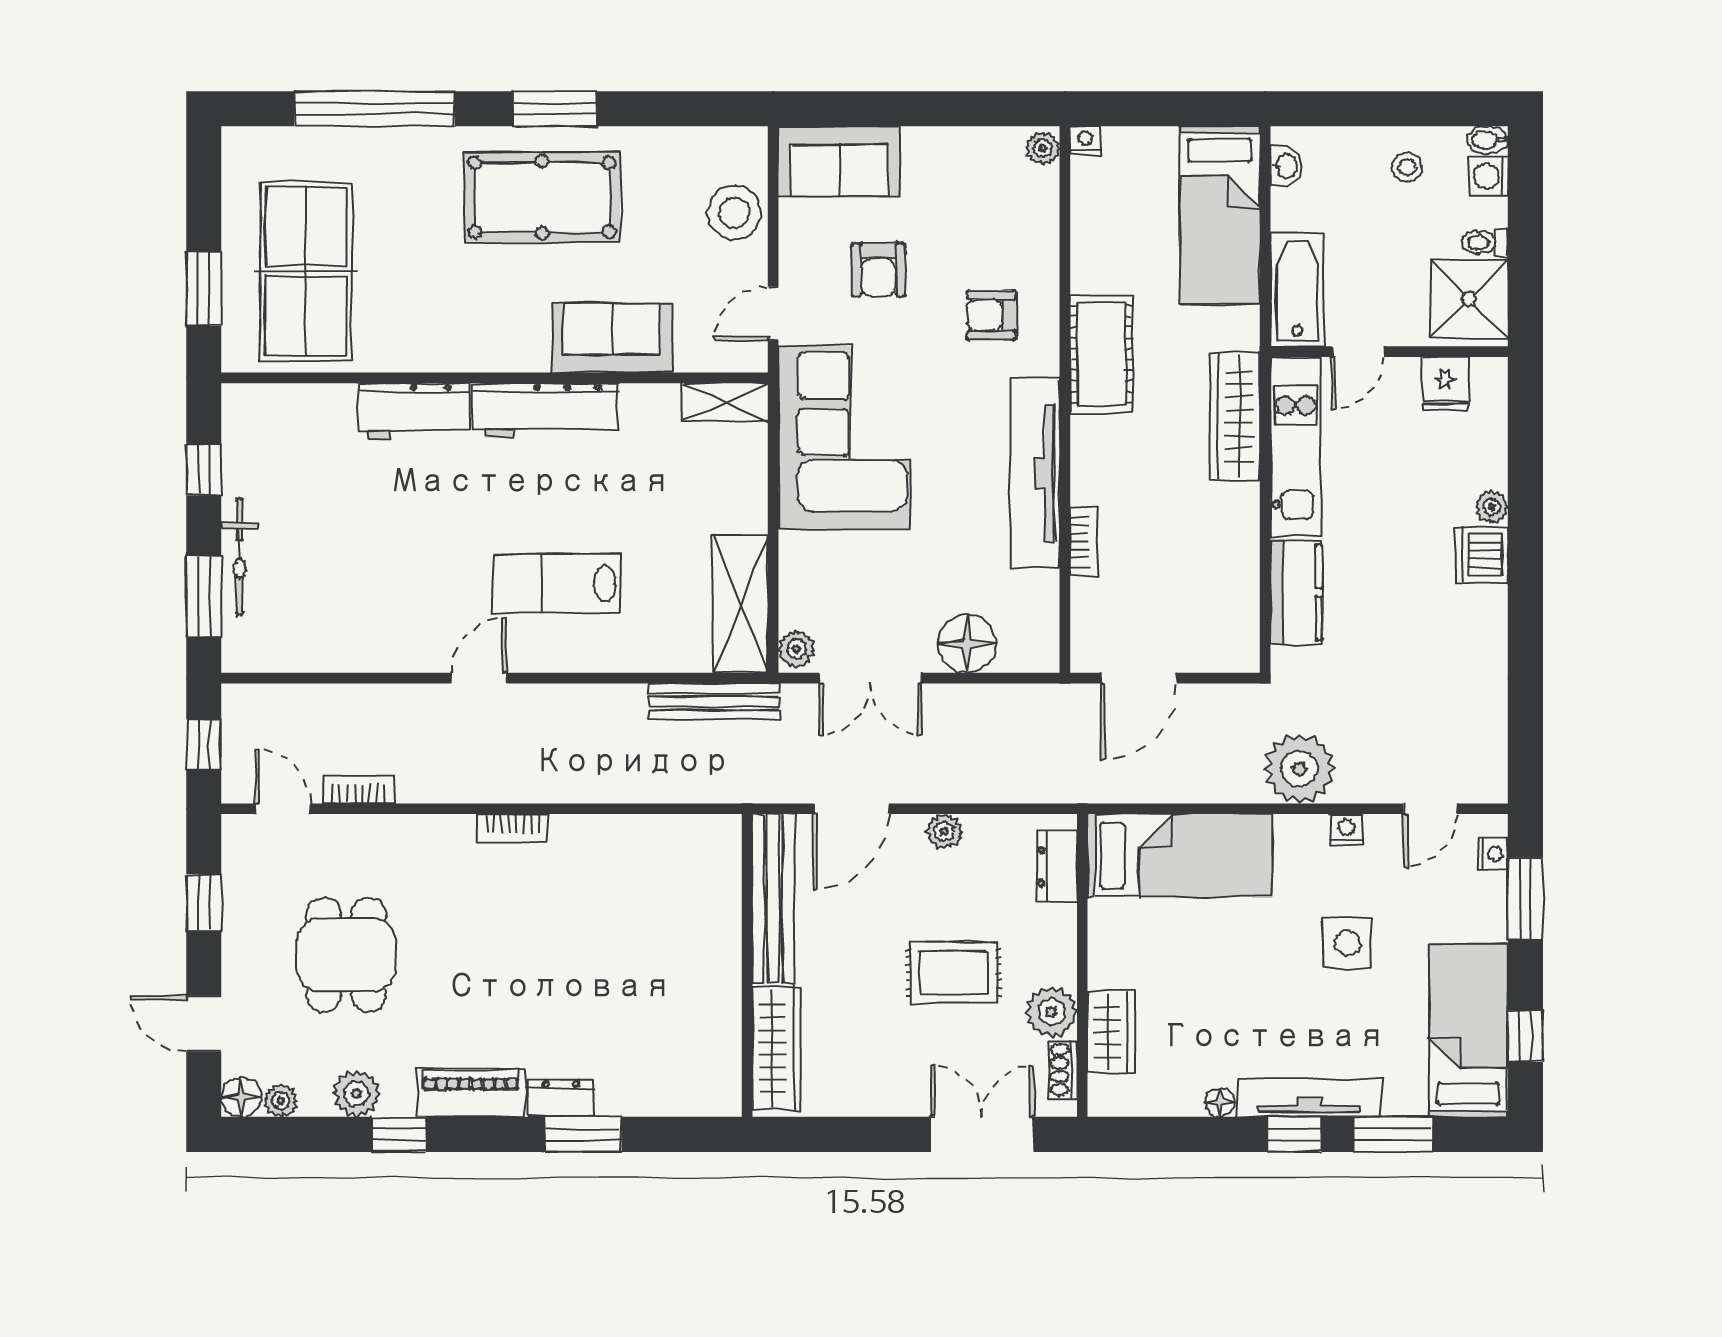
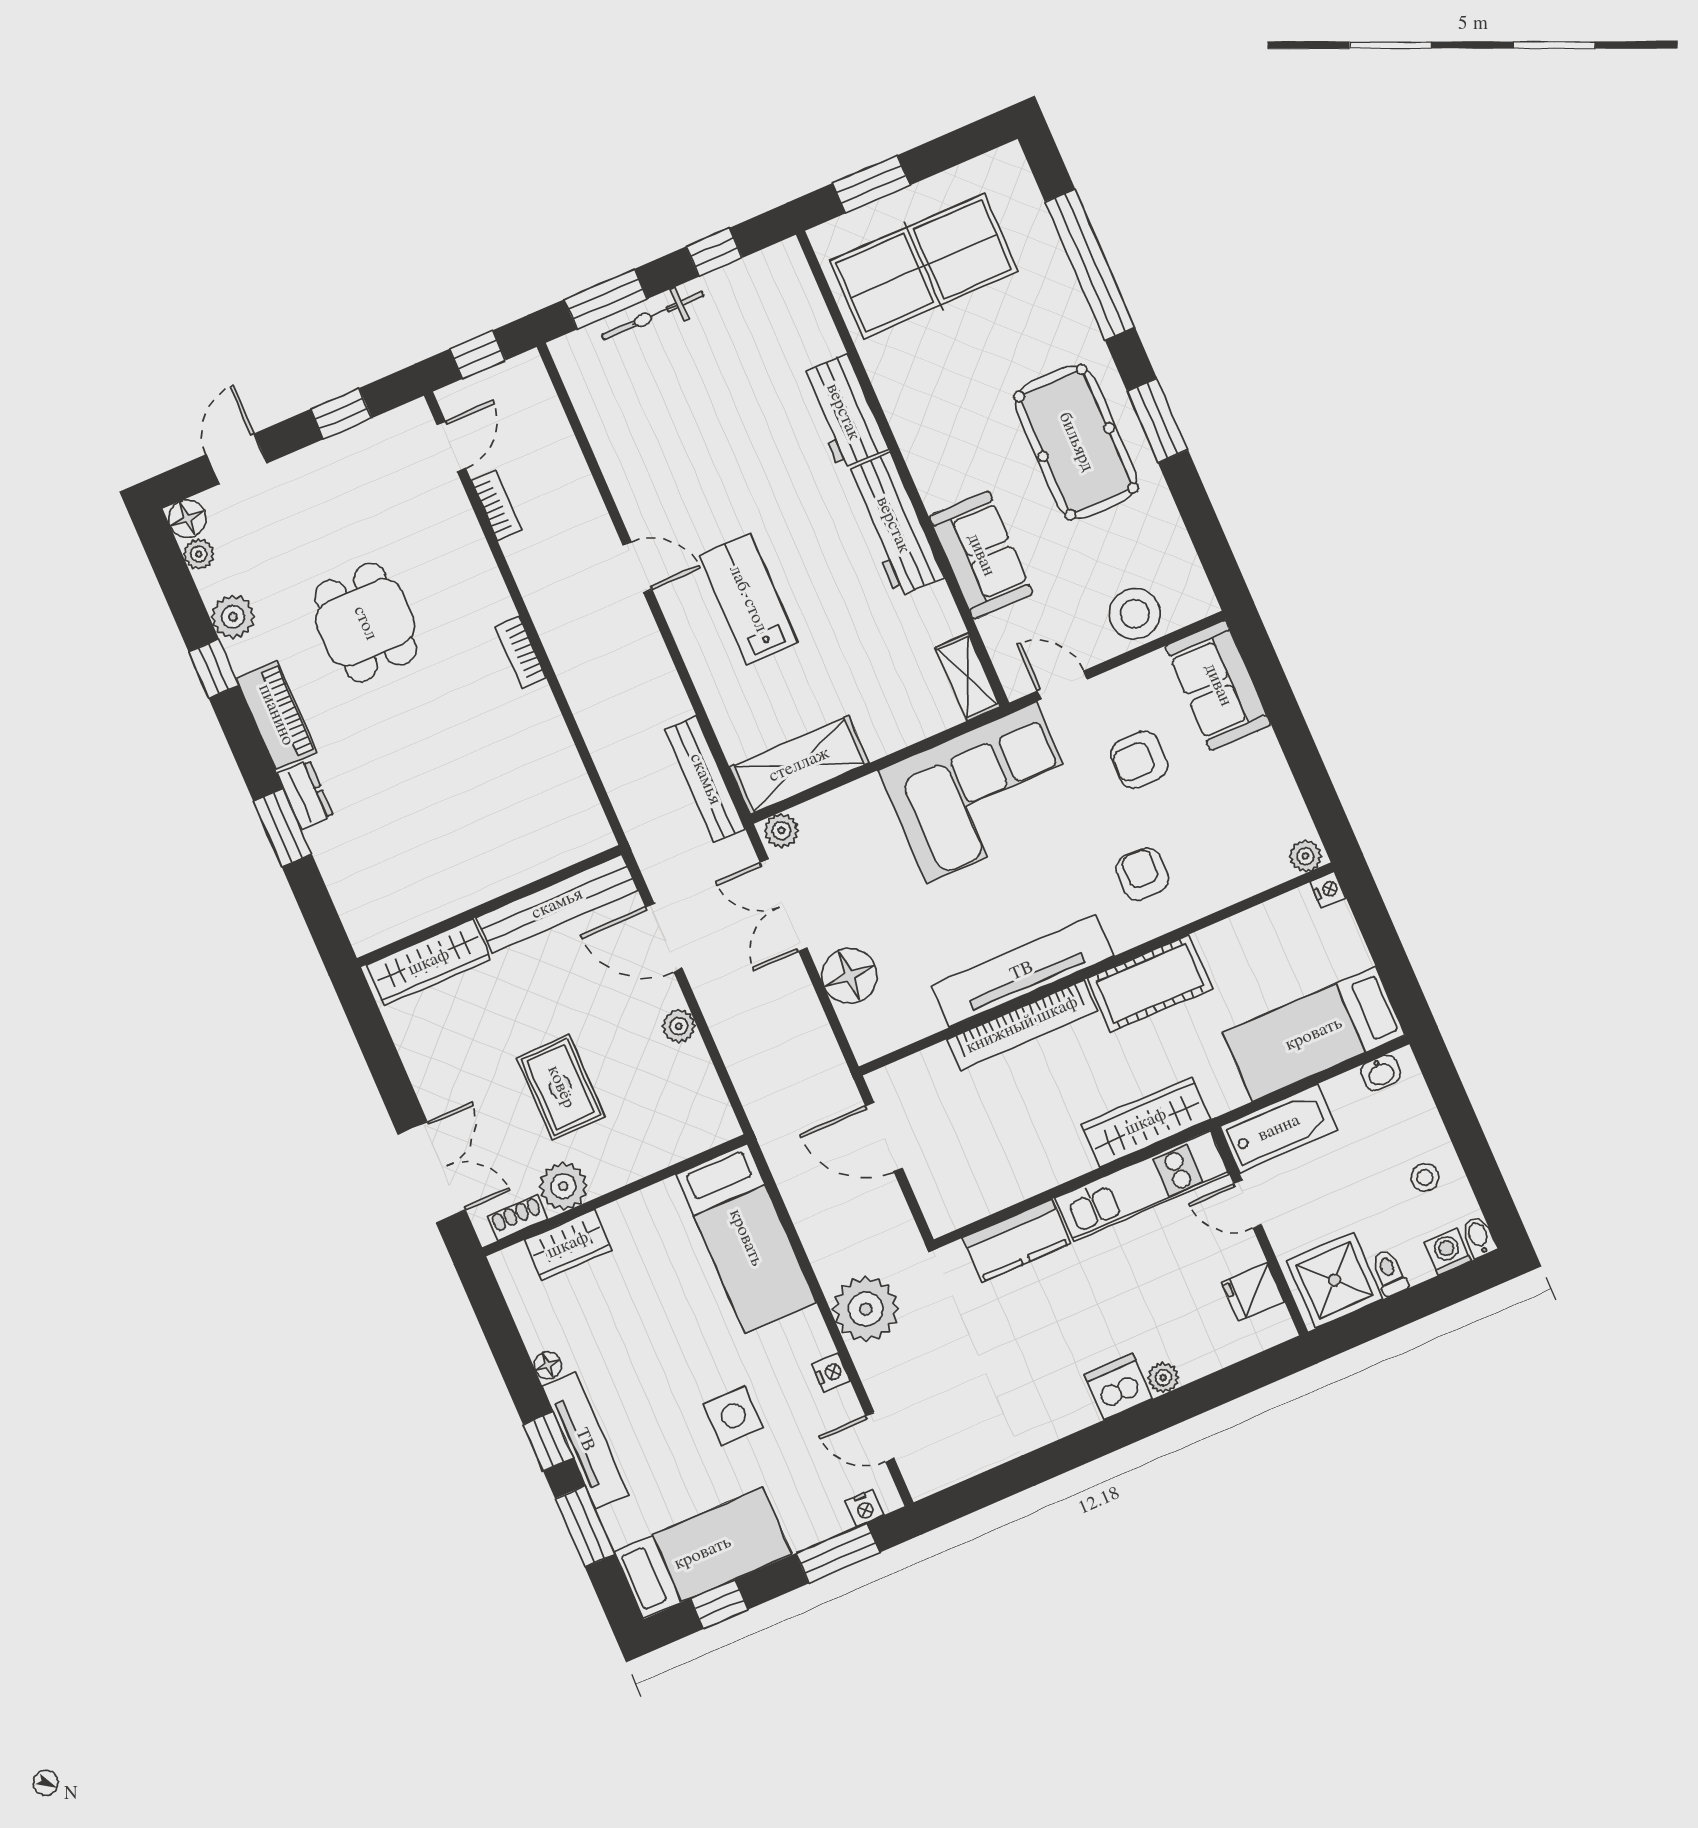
bookcase: (1084, 541) -> (1022, 1025), width x2.31, depth x1.31
dresser: (1057, 867) -> (691, 1137), removed
dining table: (346, 955) -> (365, 623), moved, turned 90

